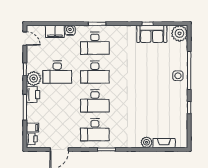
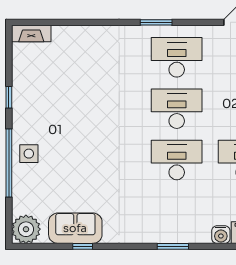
desk: (95, 43) -> (177, 211), removed
plant: (147, 142) -> (85, 35), removed
fireplace: (164, 143) -> (31, 34), moved

